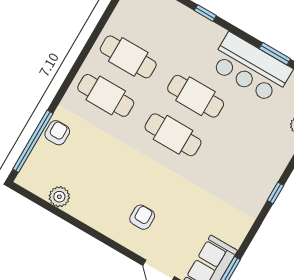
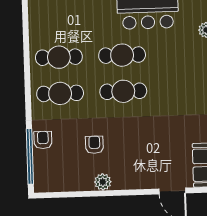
plant: (59, 197) -> (103, 182), moved
armchair: (142, 217) -> (94, 145), moved

